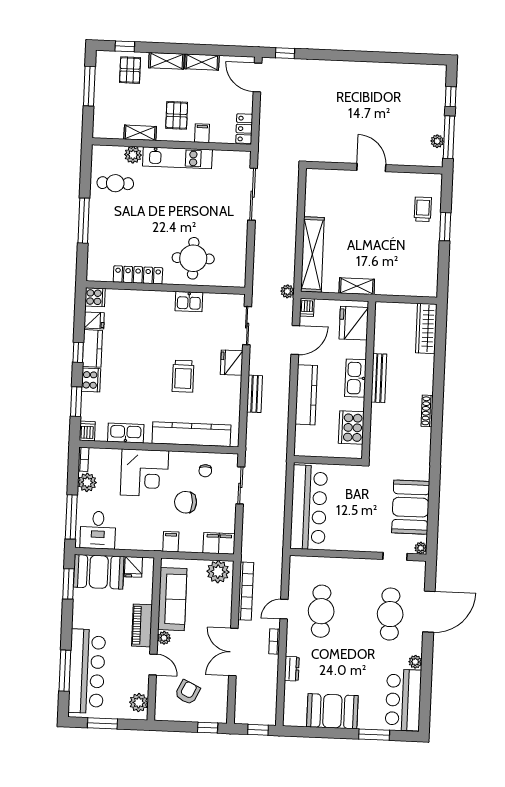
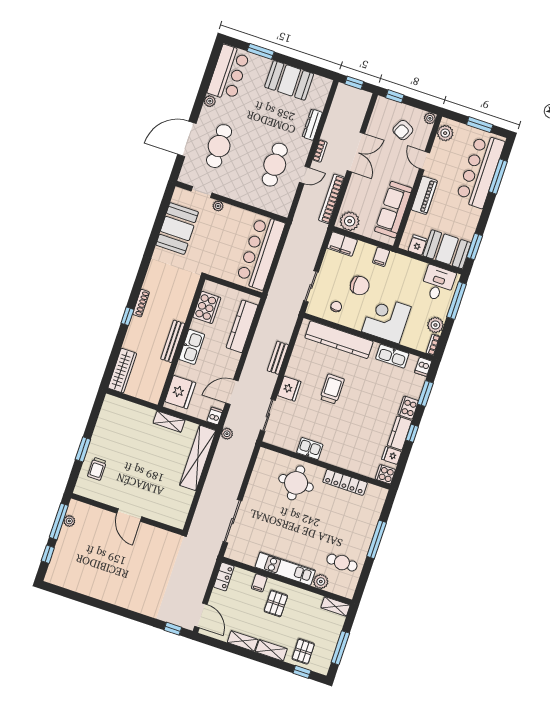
shelving: (140, 133) -> (335, 606), moved
window: (438, 392) -> (127, 316), added
kitchen counter: (306, 395) -> (242, 326), moved
plant: (421, 548) -> (218, 206), moved
plant: (164, 638) -> (430, 118), moved
dresser: (292, 669) -> (312, 125), width x1.44

